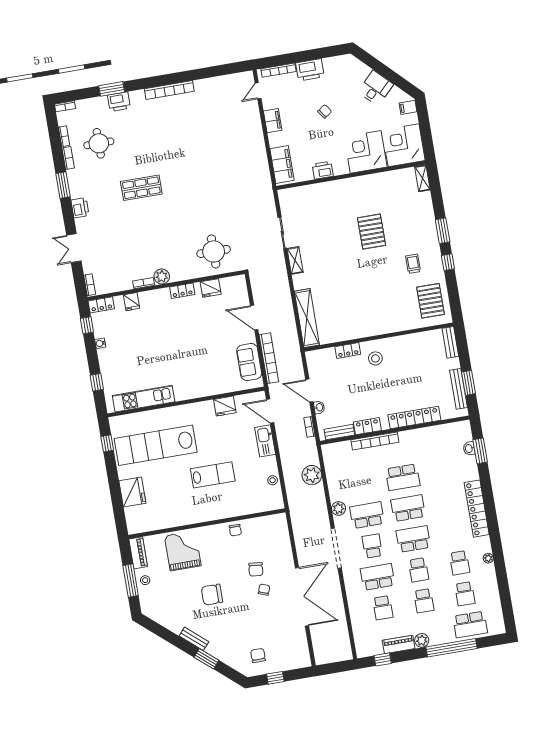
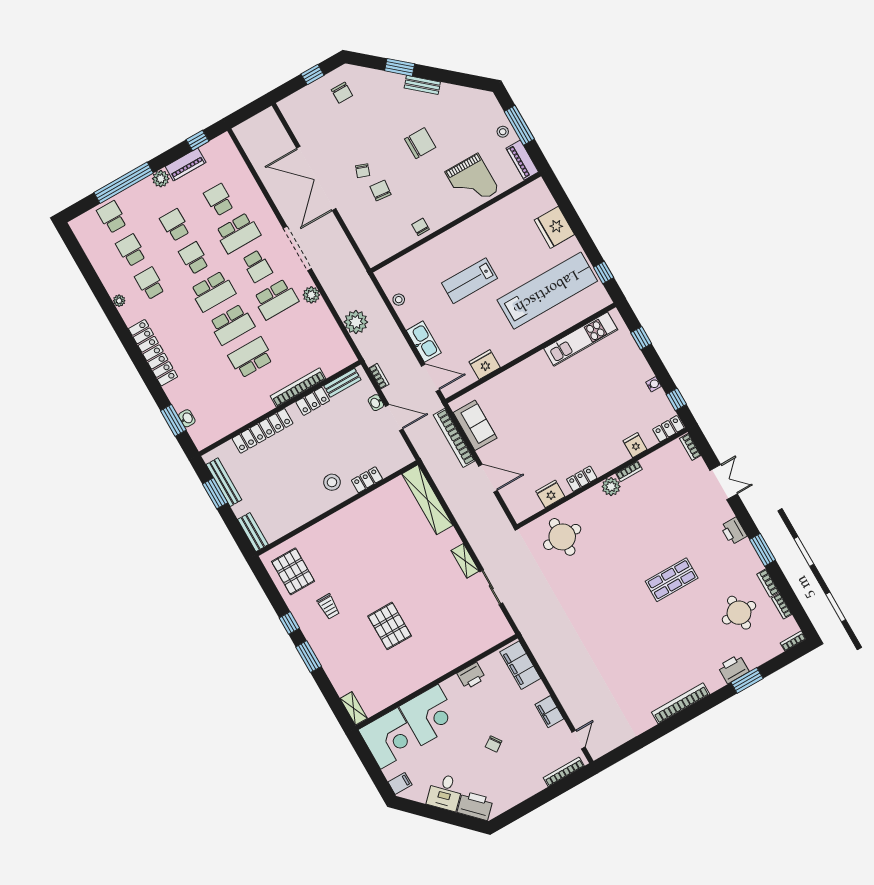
printer: (310, 70) -> (475, 806), moved, turned 45
school desk: (470, 625) -> (112, 217), width x0.54

